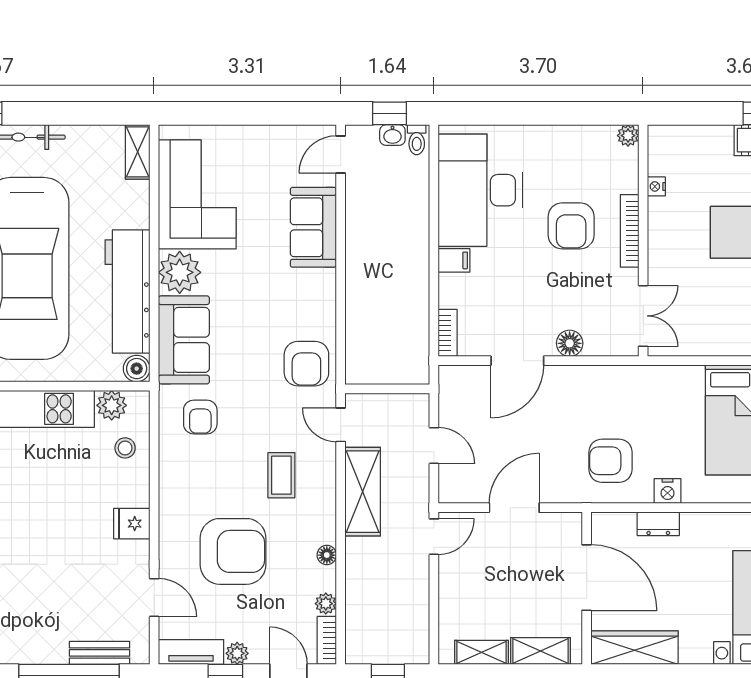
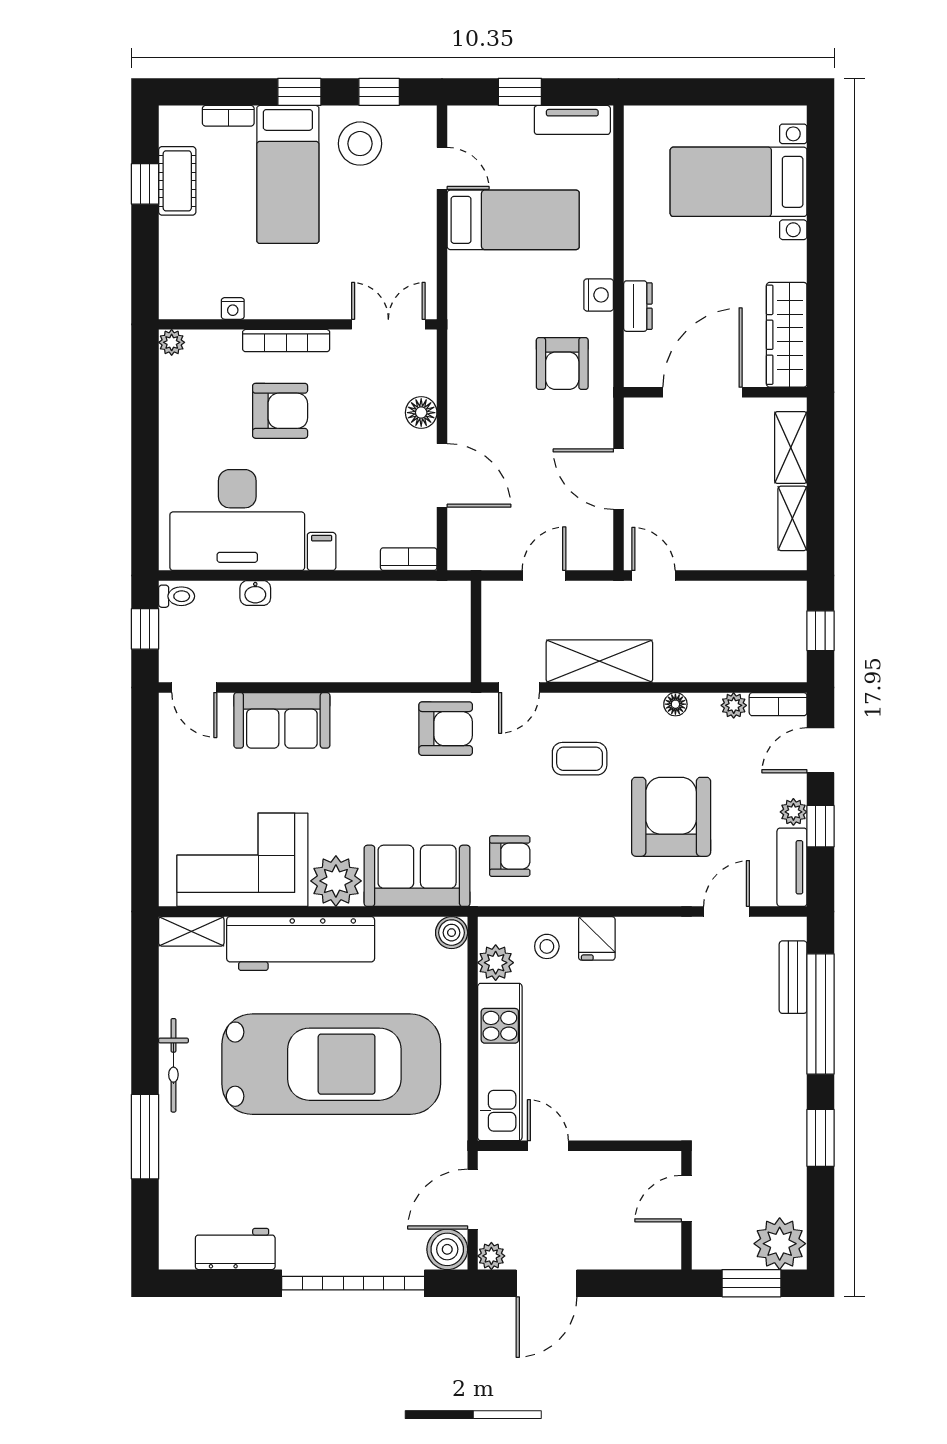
washbasin: (392, 135) -> (255, 593), moved, turned 90
workbench: (128, 292) -> (301, 944), moved
fridge: (132, 524) -> (597, 938), moved

